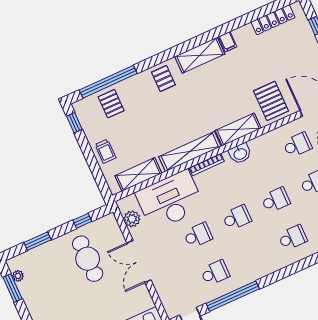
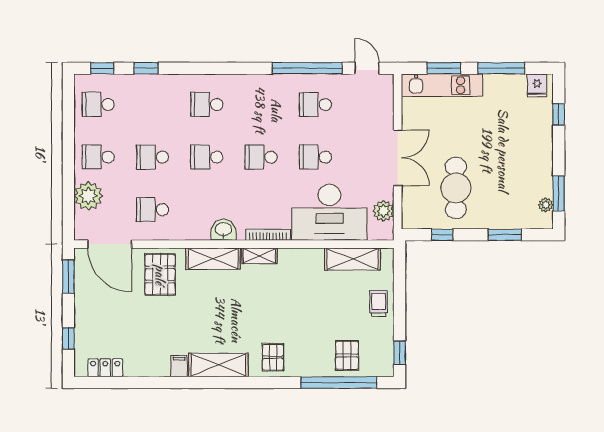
locker: (273, 20) -> (105, 368), width x0.66
shelving: (190, 152) -> (259, 256), width x0.45, depth x0.75

